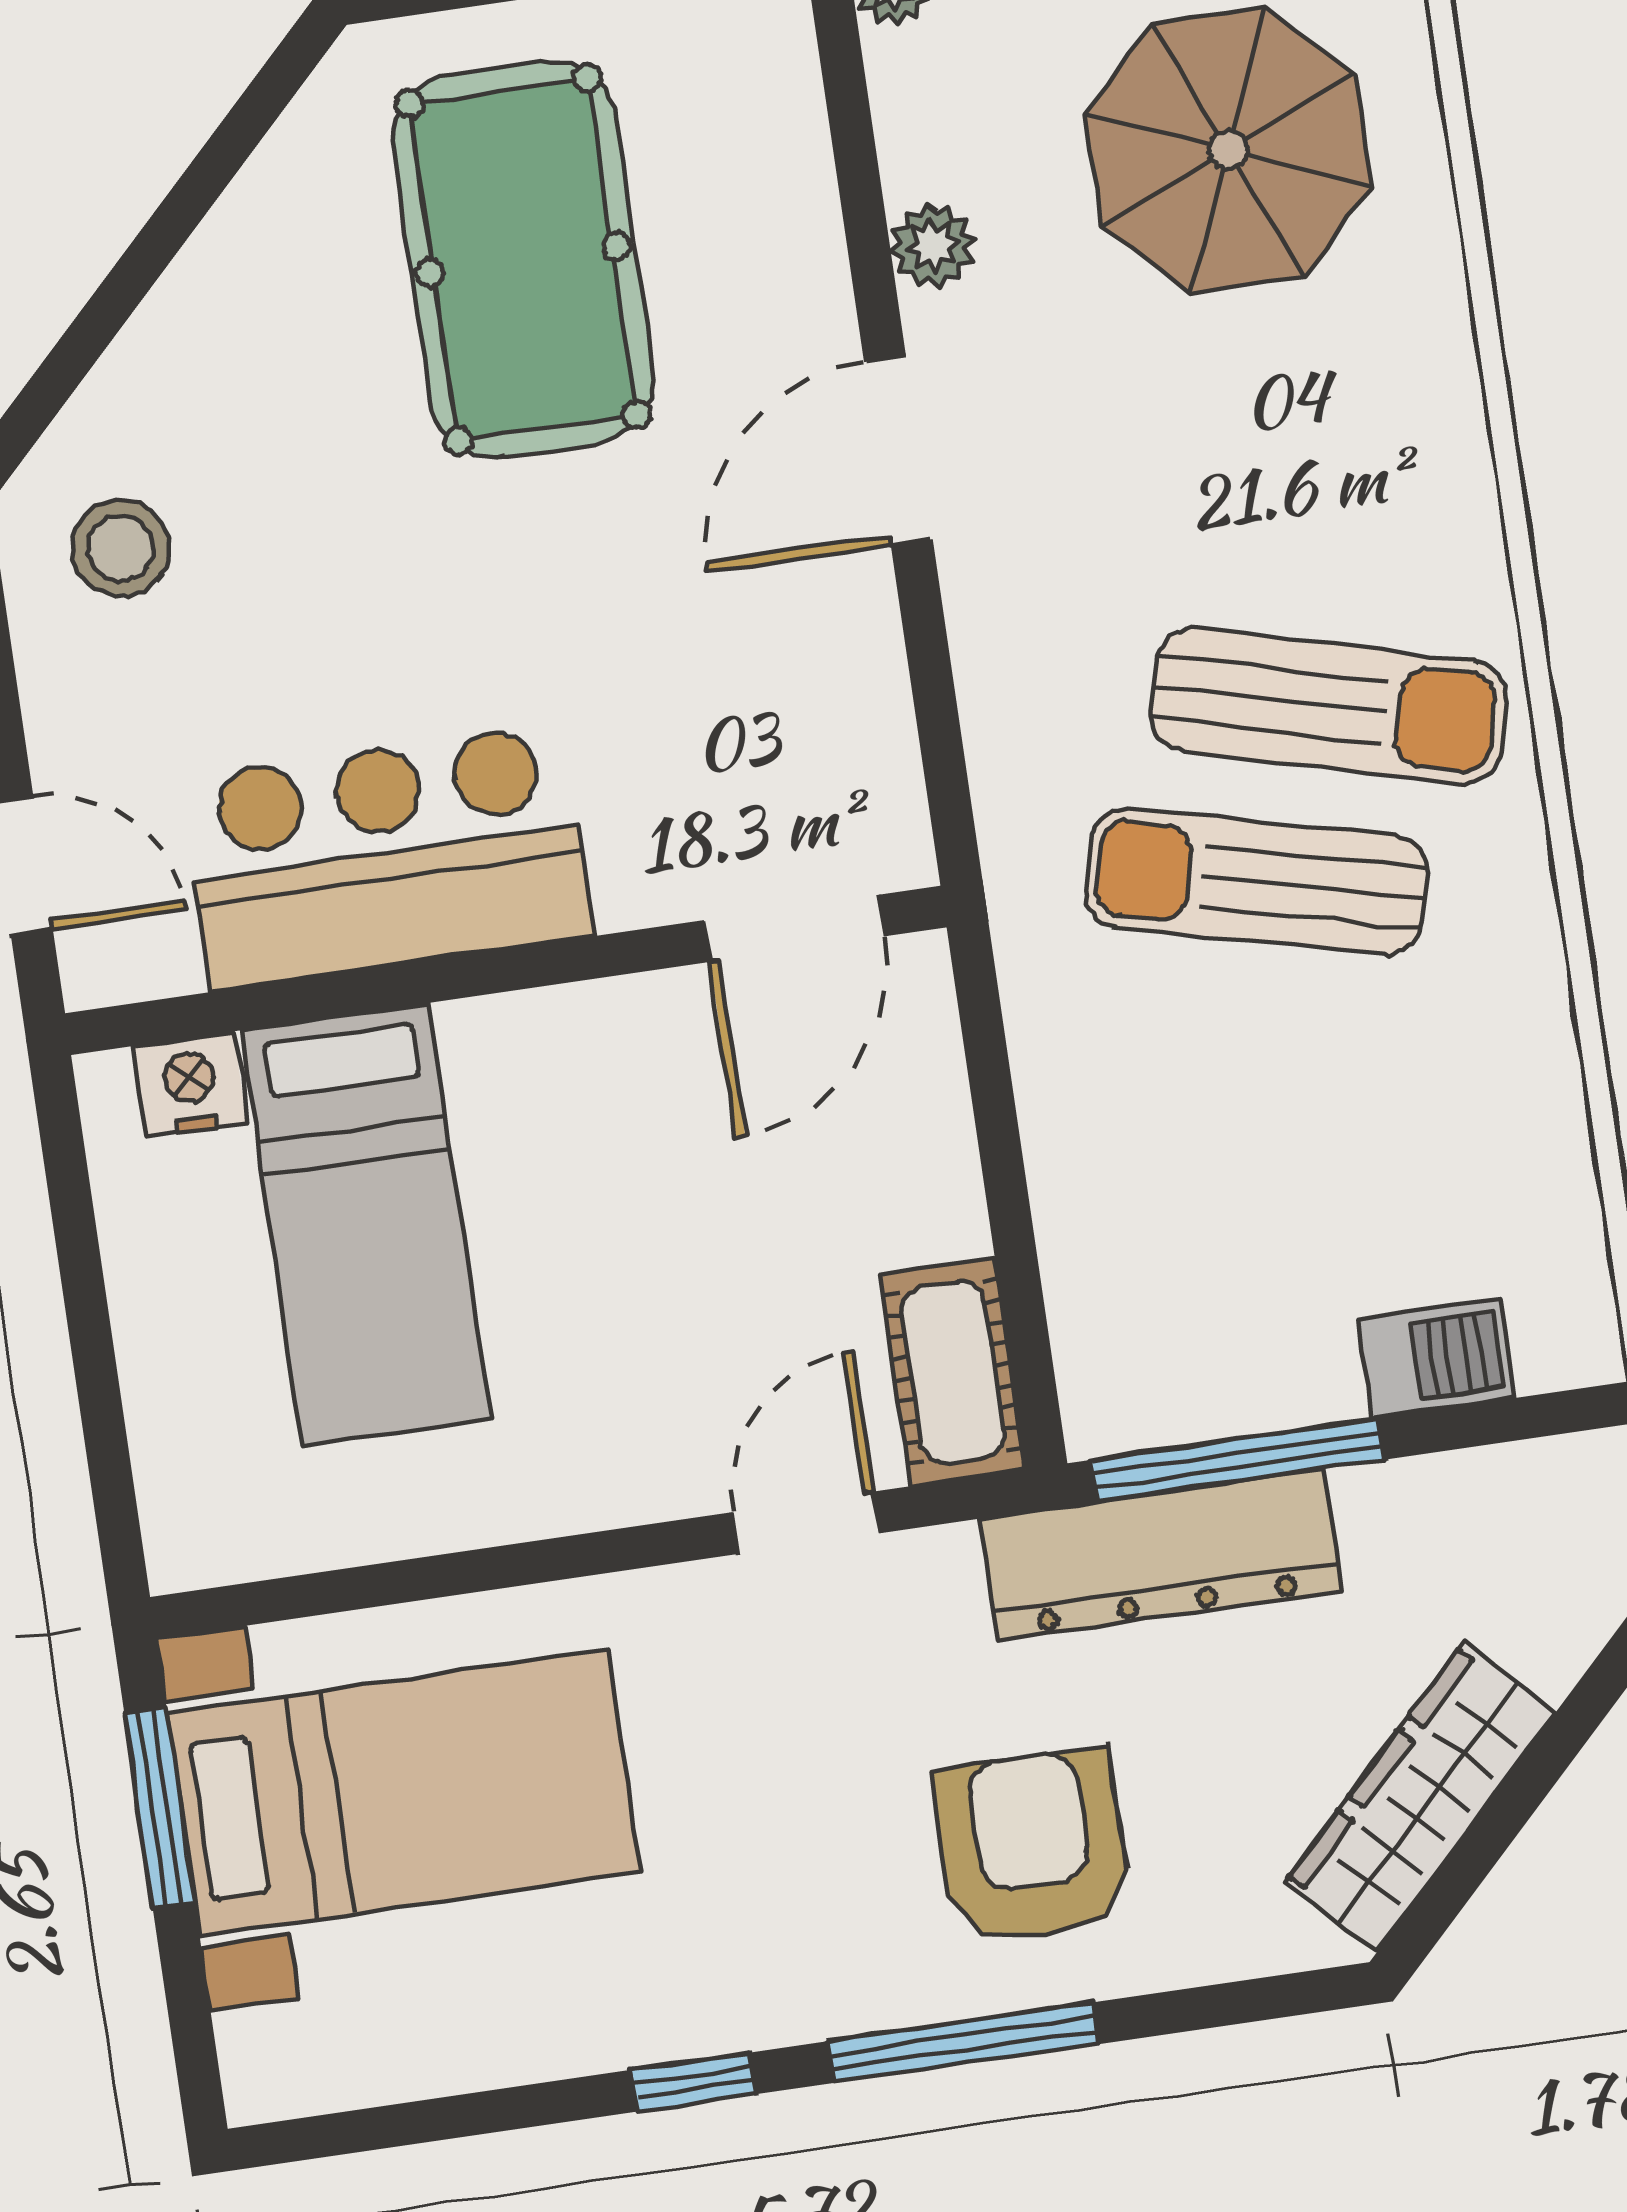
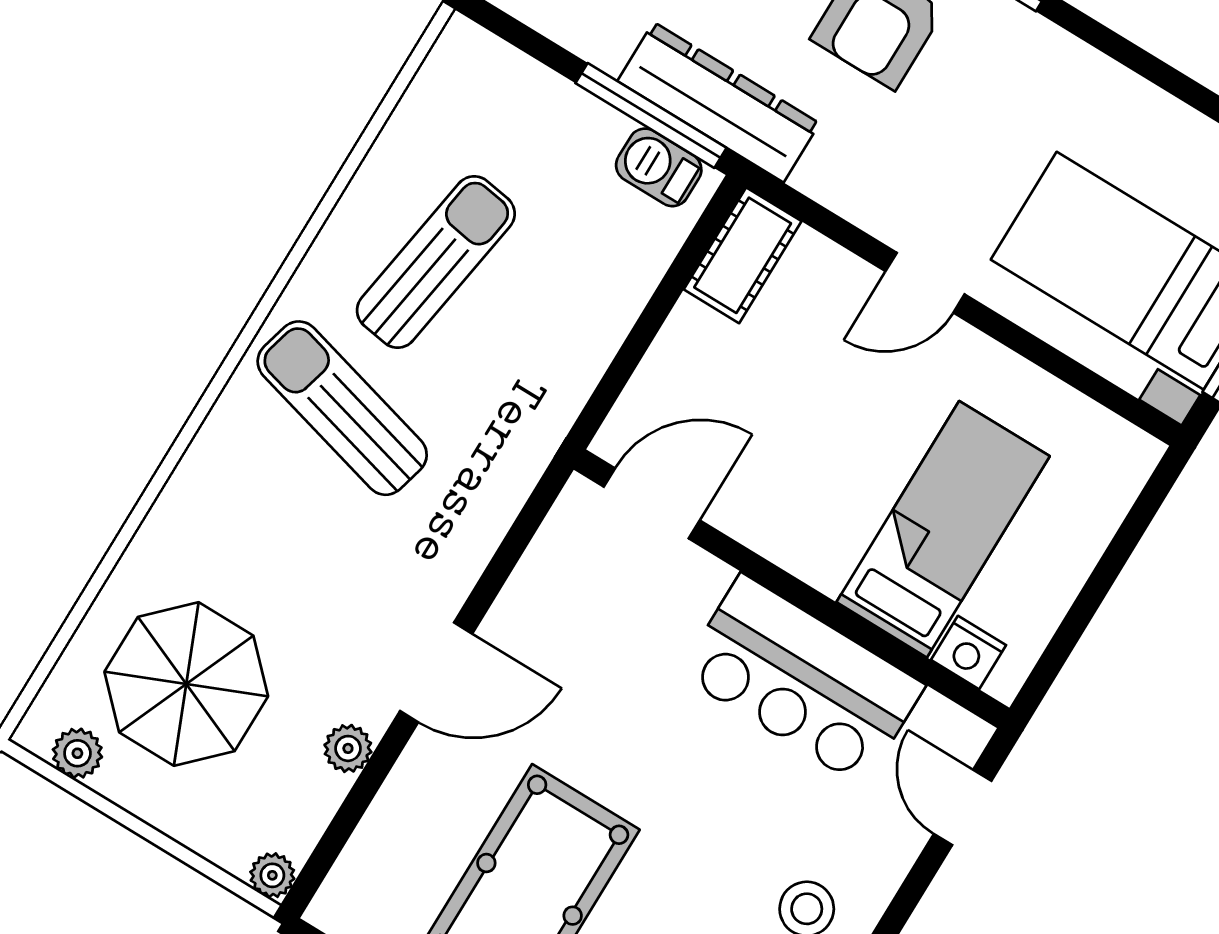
sun lounger: (1256, 881) -> (436, 262), moved, turned -95
barbecue: (1436, 1358) -> (659, 167), moved
door: (806, 1523) -> (925, 283), moved
window: (694, 2082) -> (1108, 42), removed

